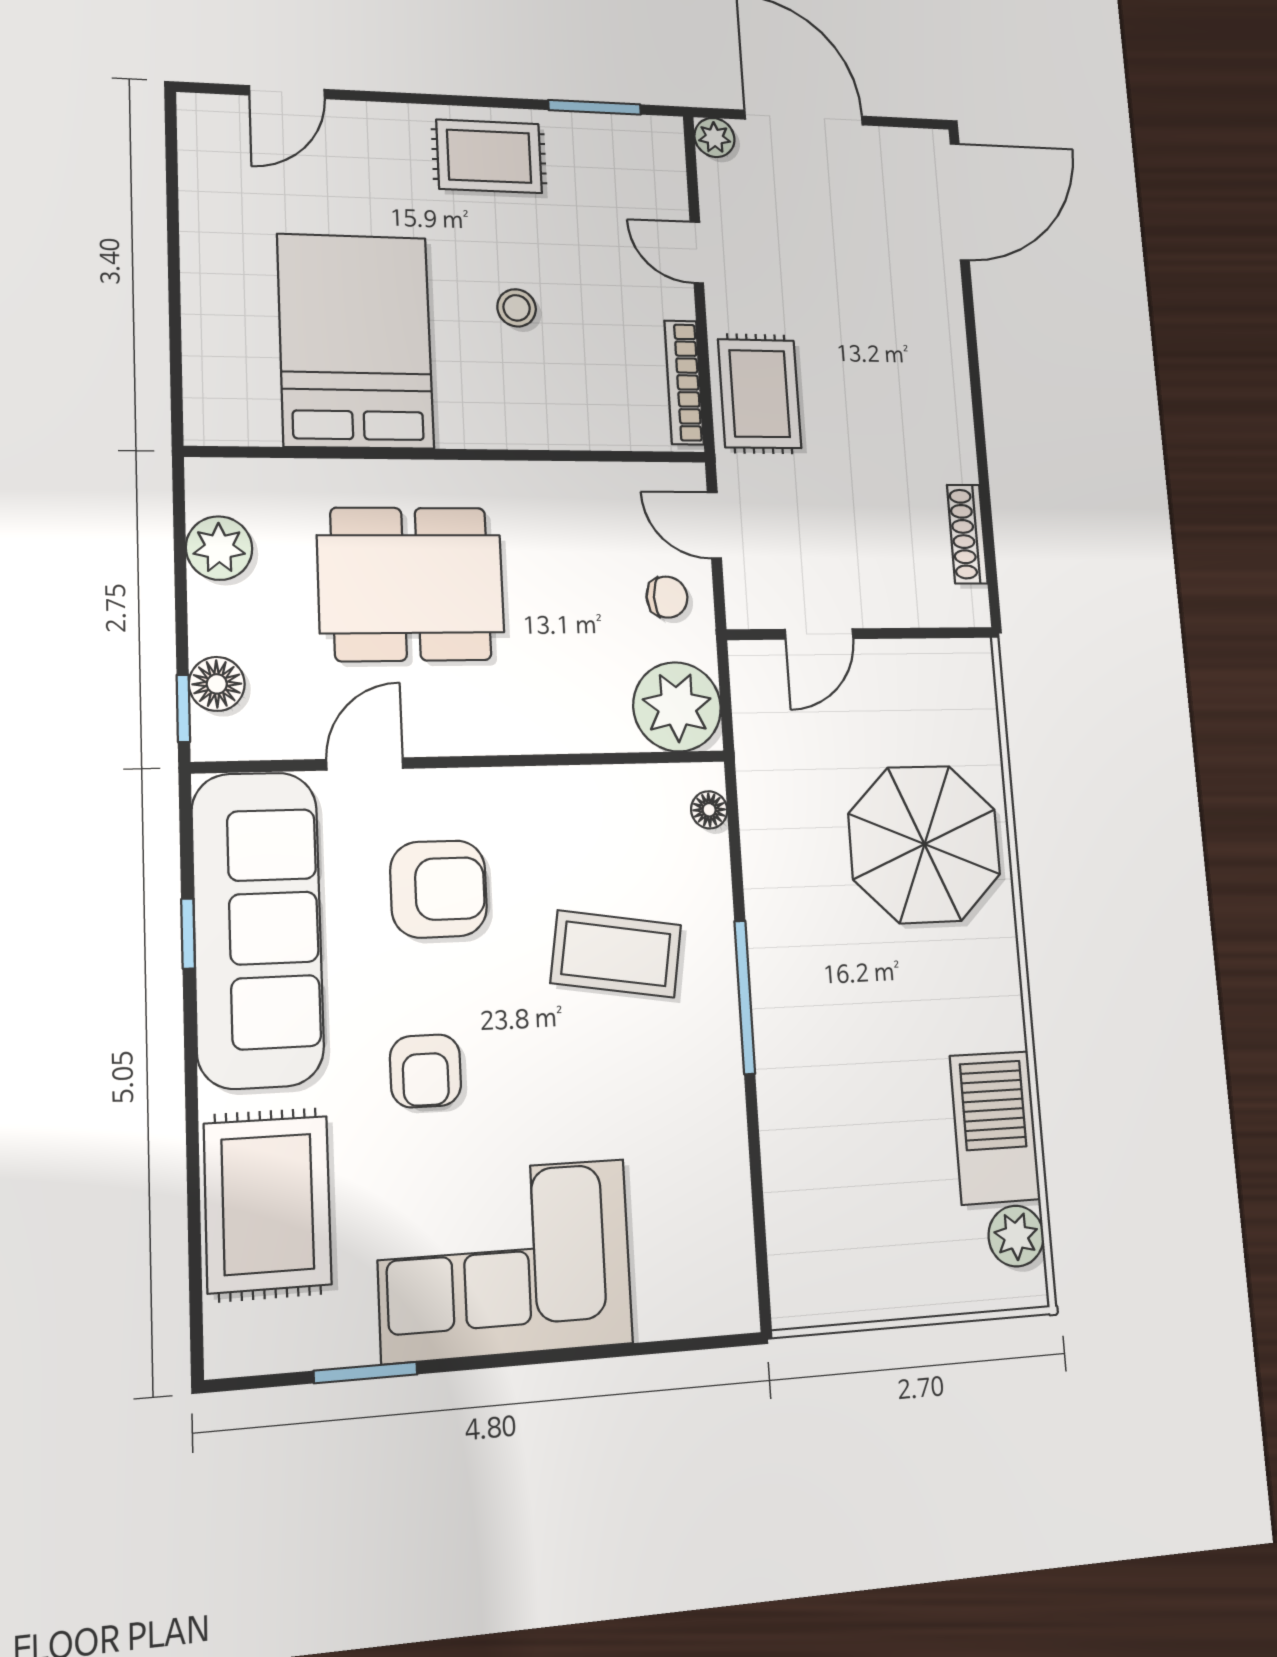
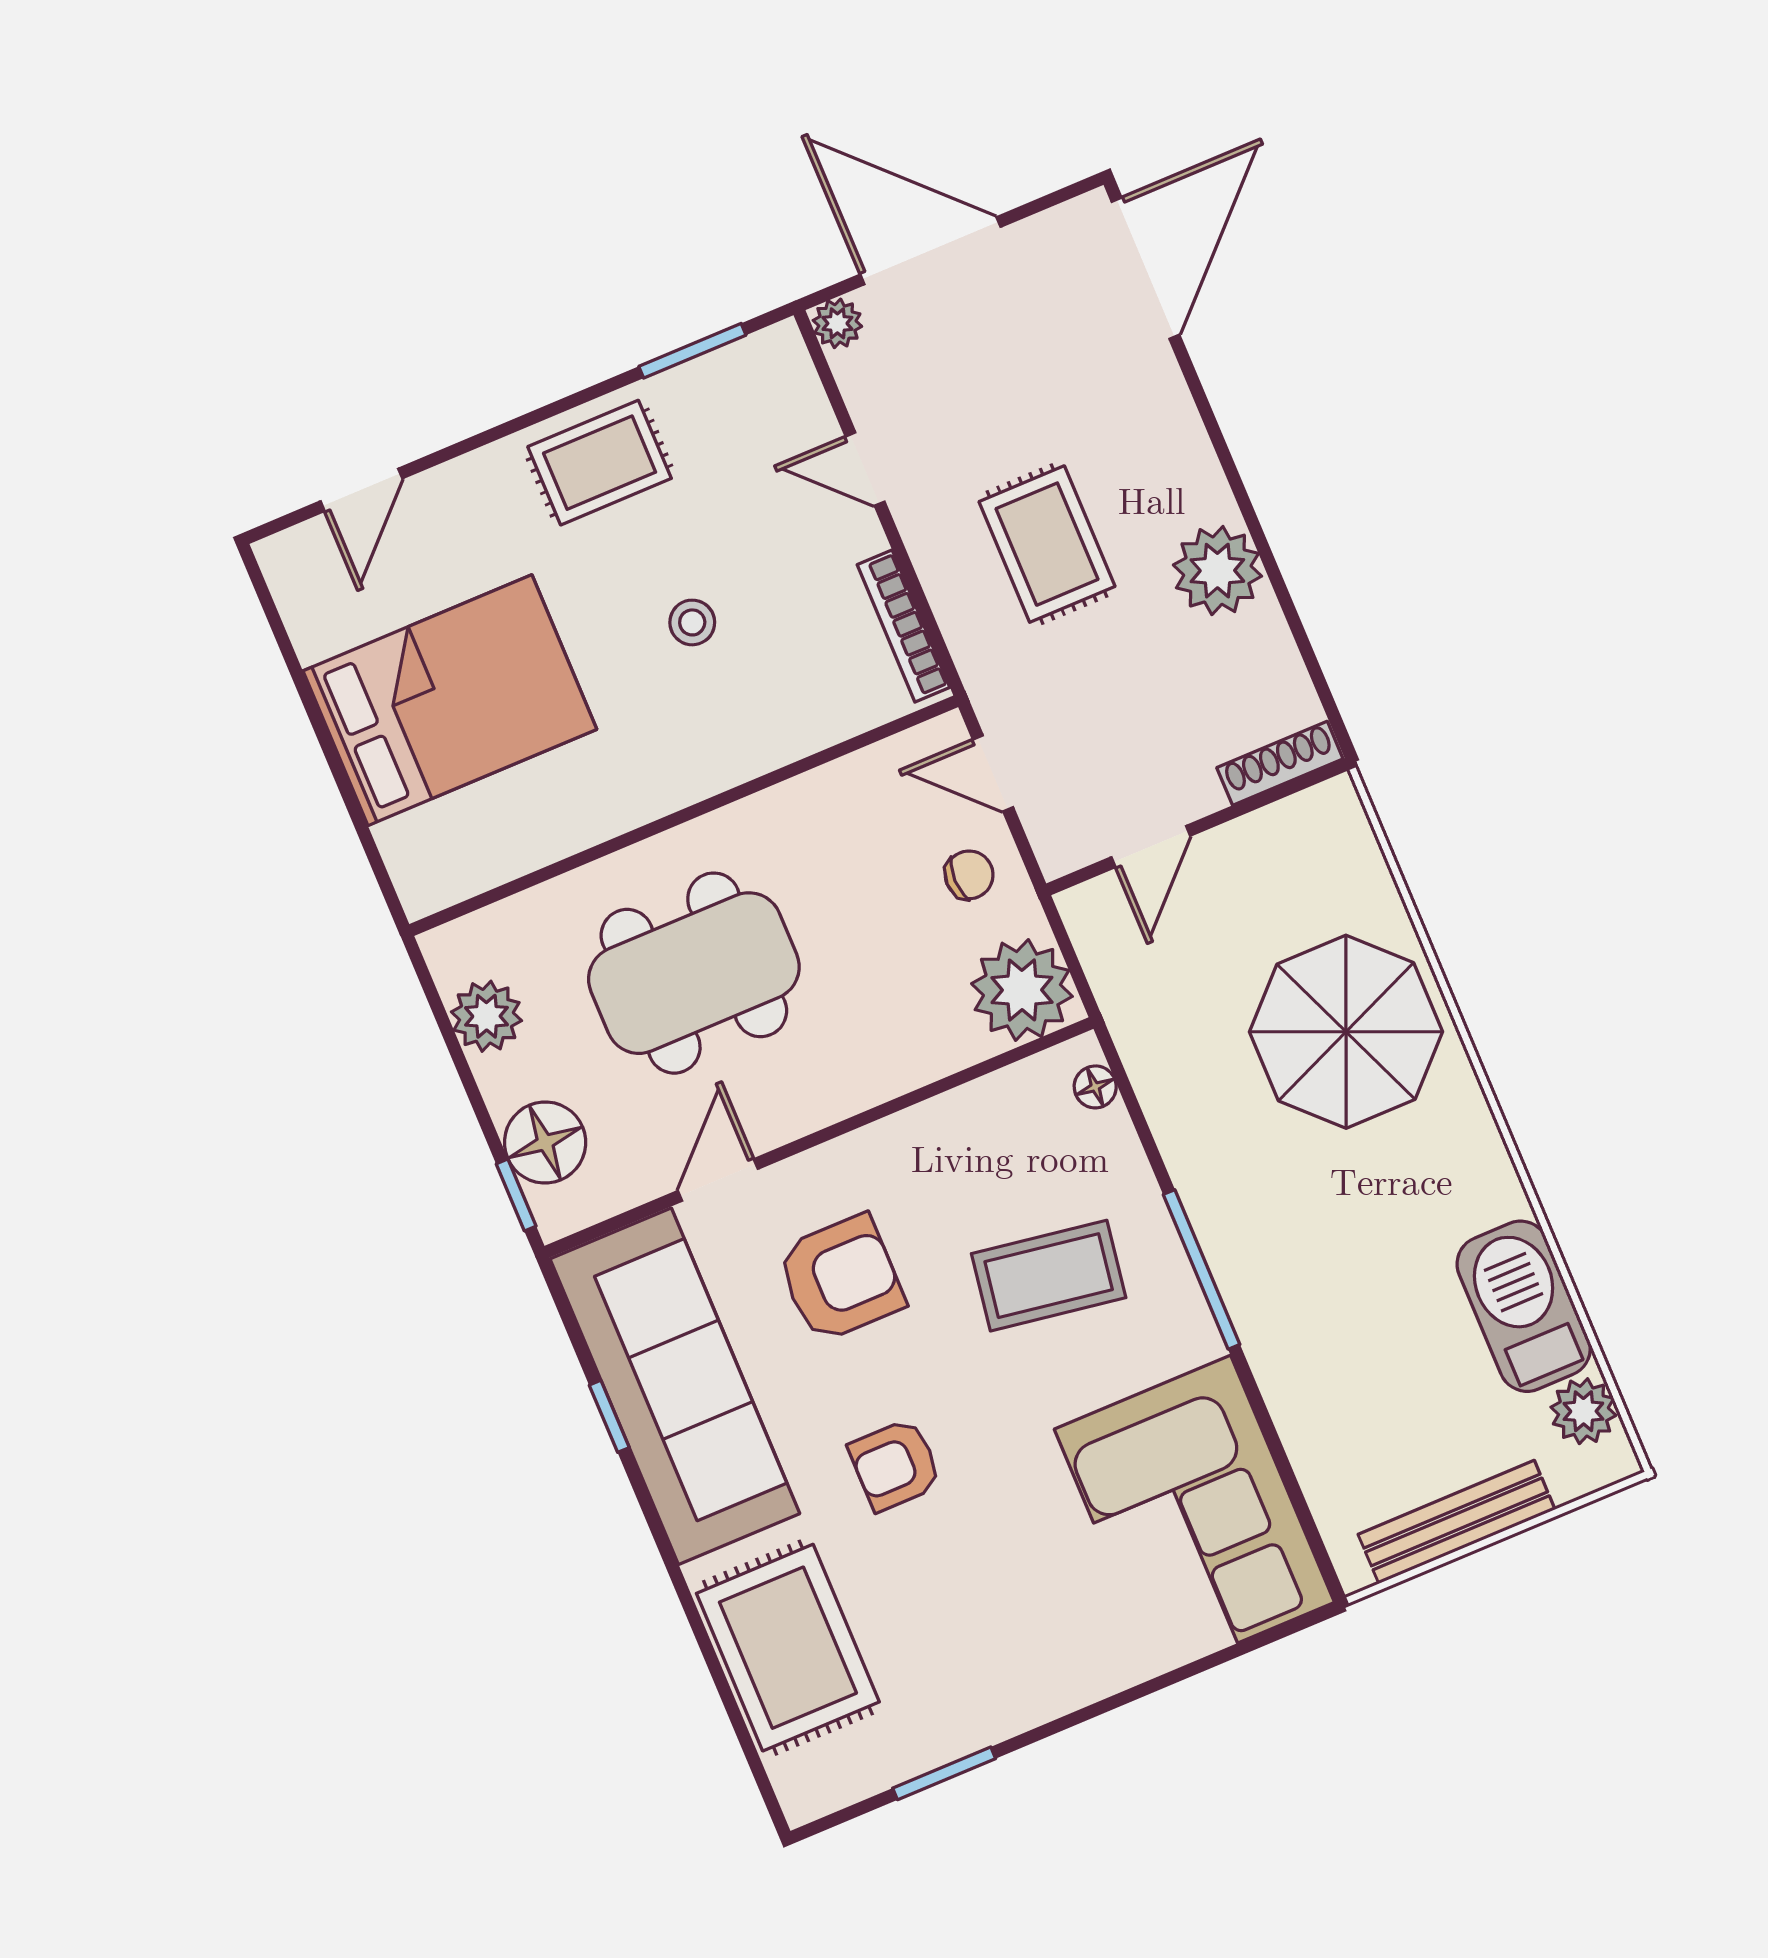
bed: (355, 341) -> (450, 700), moved, turned 90
rug: (760, 394) -> (1047, 544), moved
plant: (941, 444) -> (1217, 571), added
shoe rack: (967, 534) -> (1280, 763), moved, turned 90
floor lamp: (217, 684) -> (545, 1142), width x1.38, depth x1.38
armchair: (426, 1071) -> (895, 1465), turned 90
corner sofa: (505, 1260) -> (1194, 1516), moved, turned -90
bench: (884, 1296) -> (1457, 1522), added

